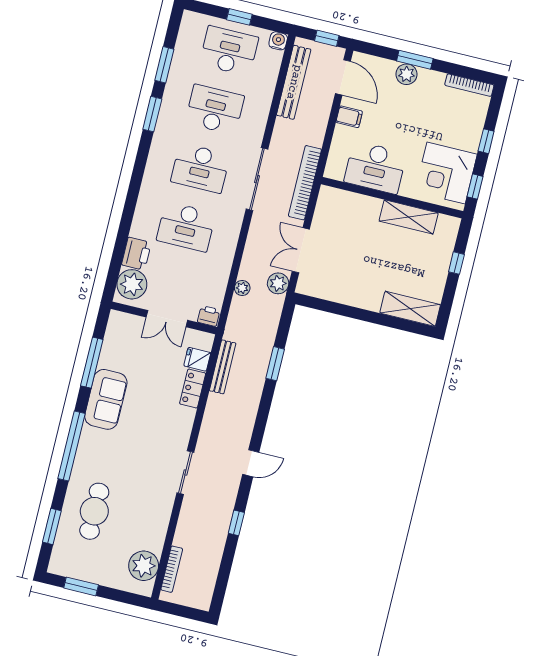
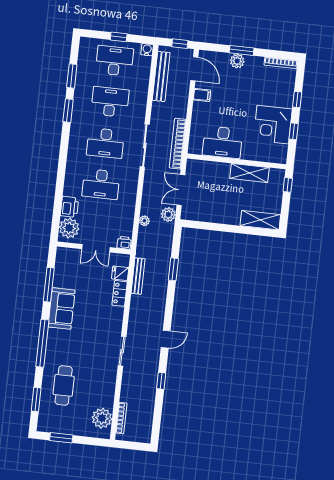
desk: (375, 167) -> (222, 142), moved
wall: (392, 198) -> (237, 161), moved
shelving: (409, 217) -> (250, 173), moved

